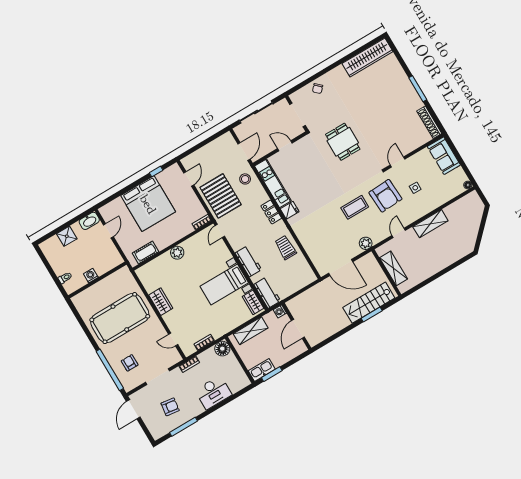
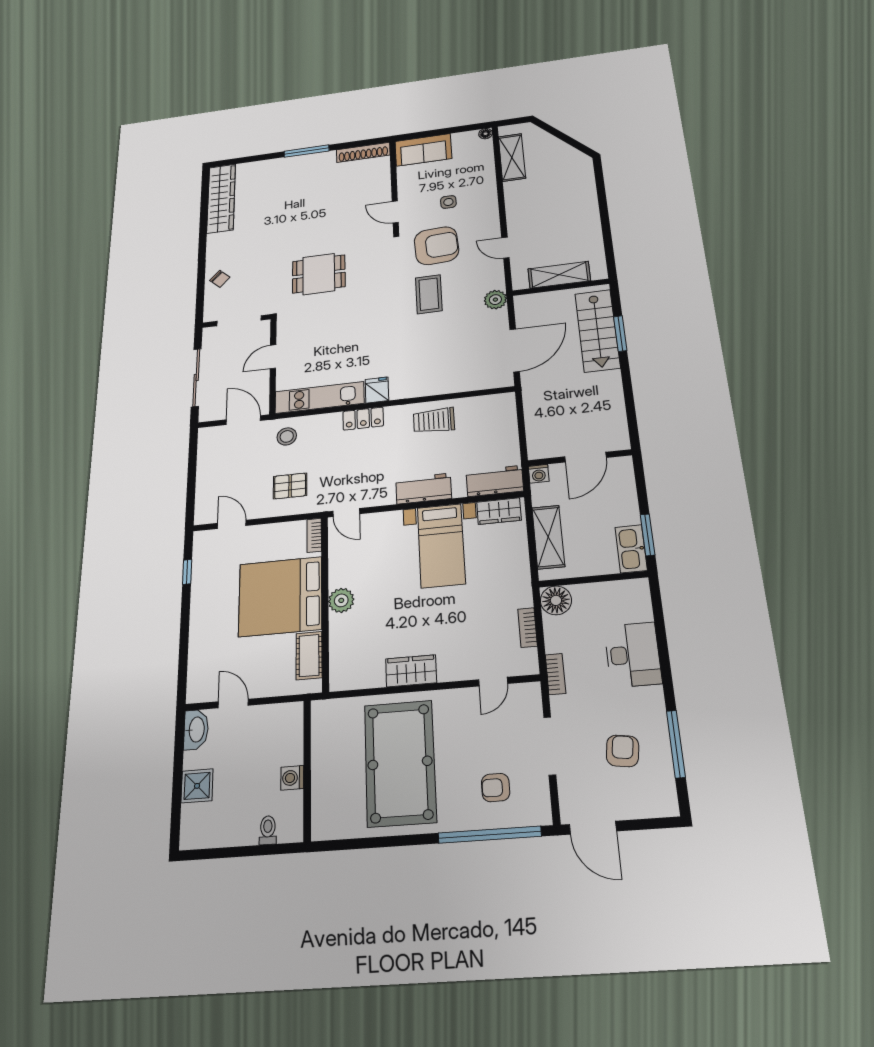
pallet: (221, 196) -> (290, 486), width x0.49, depth x0.50
bed: (148, 204) -> (280, 597), moved, turned 180
shelving: (430, 224) -> (512, 157), moved
door: (298, 329) -> (585, 457), hinge flipped

